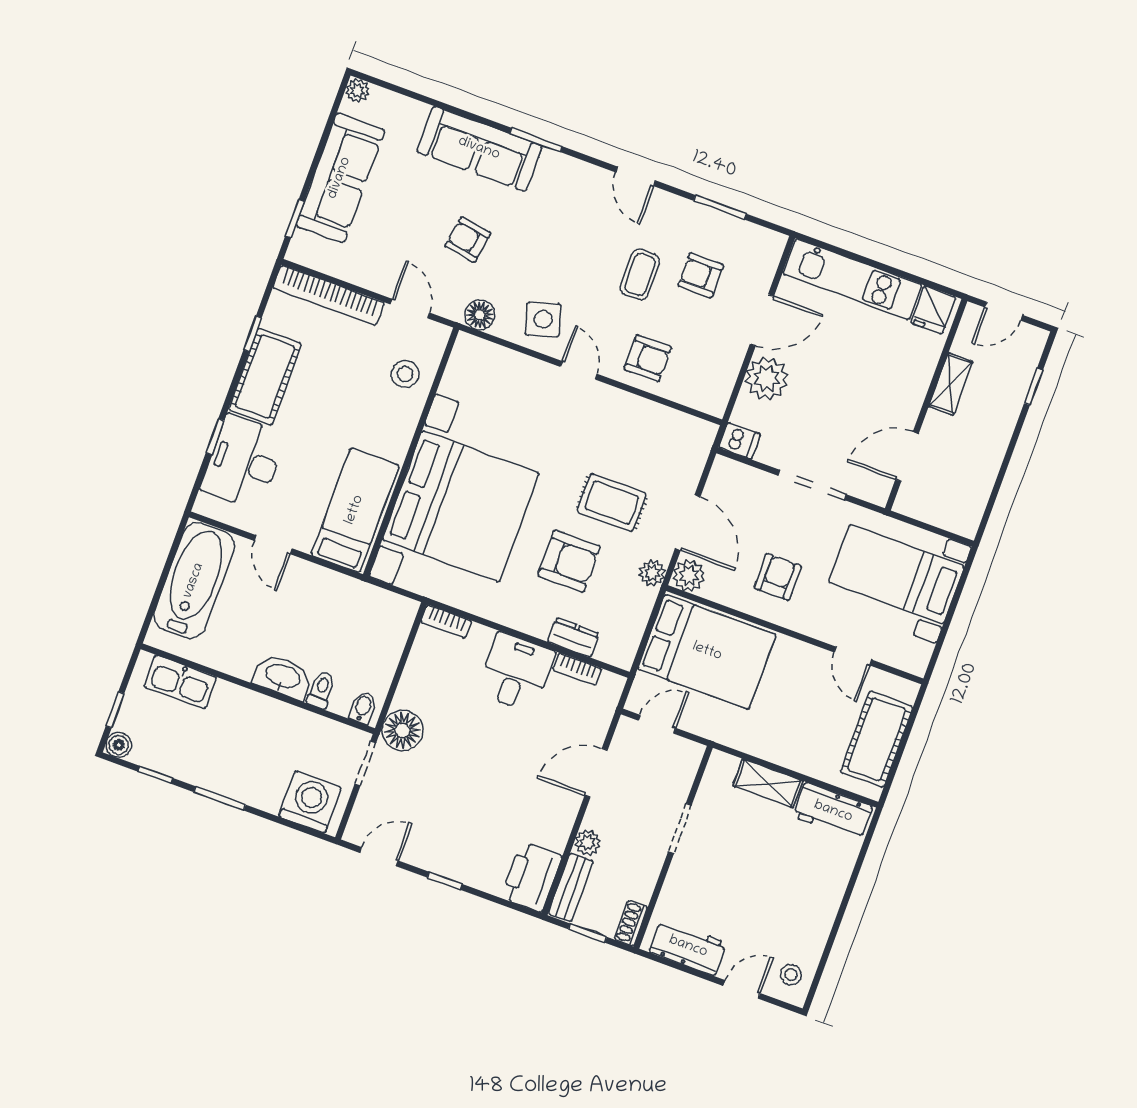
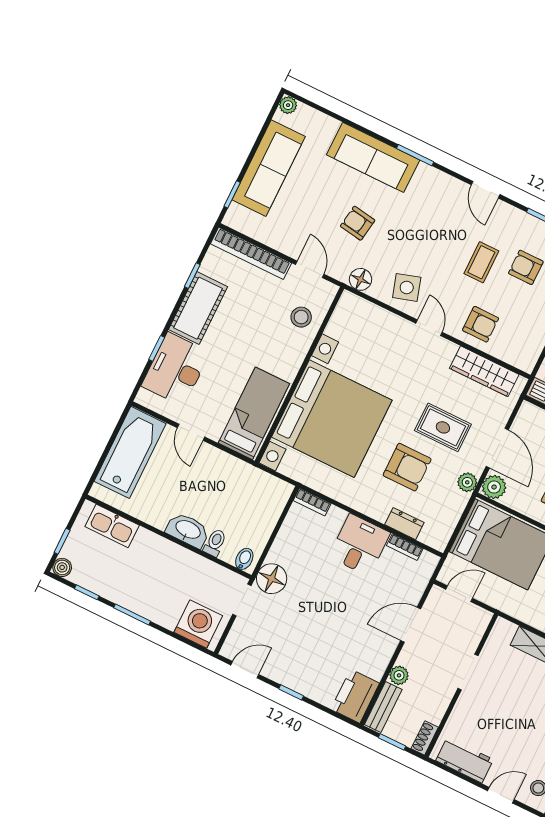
wardrobe: (659, 421) -> (484, 371), added

